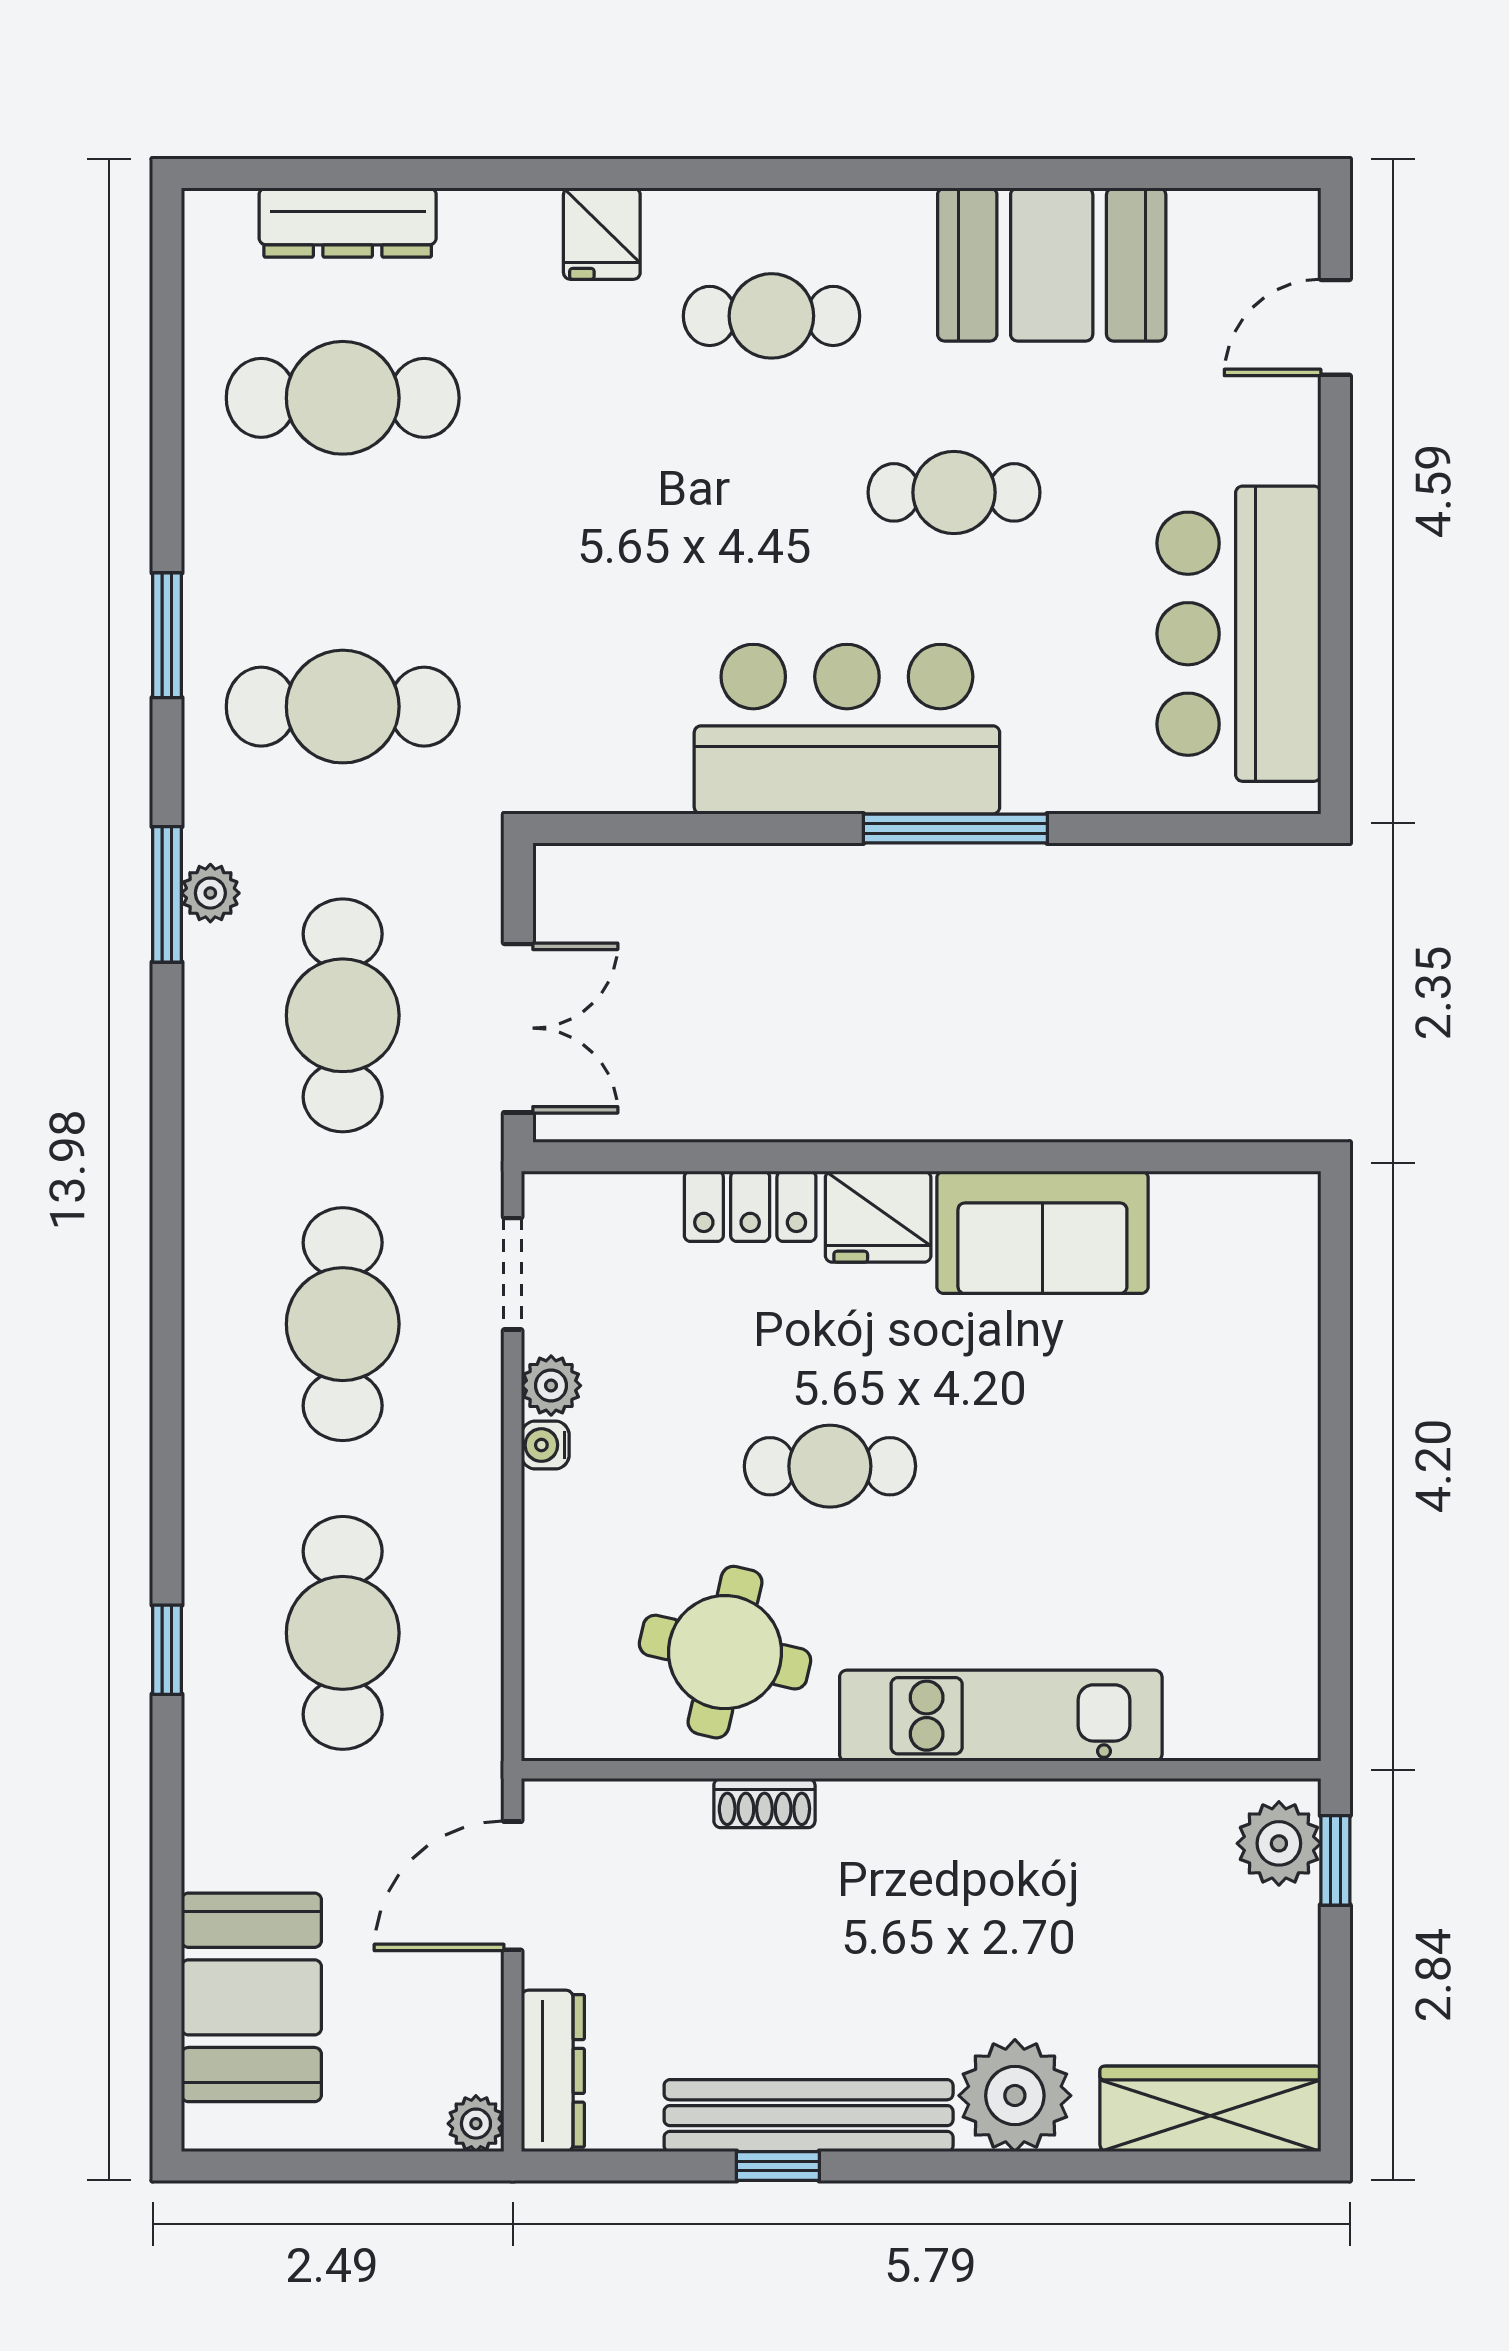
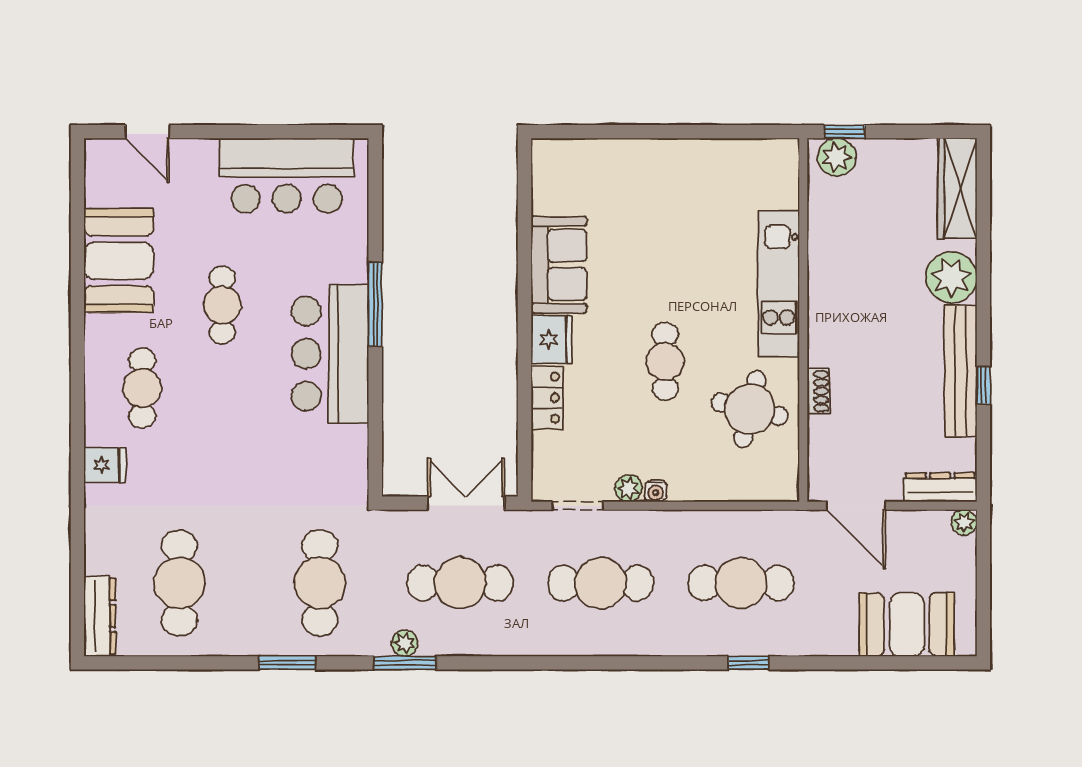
dresser: (348, 223) -> (100, 616), moved

